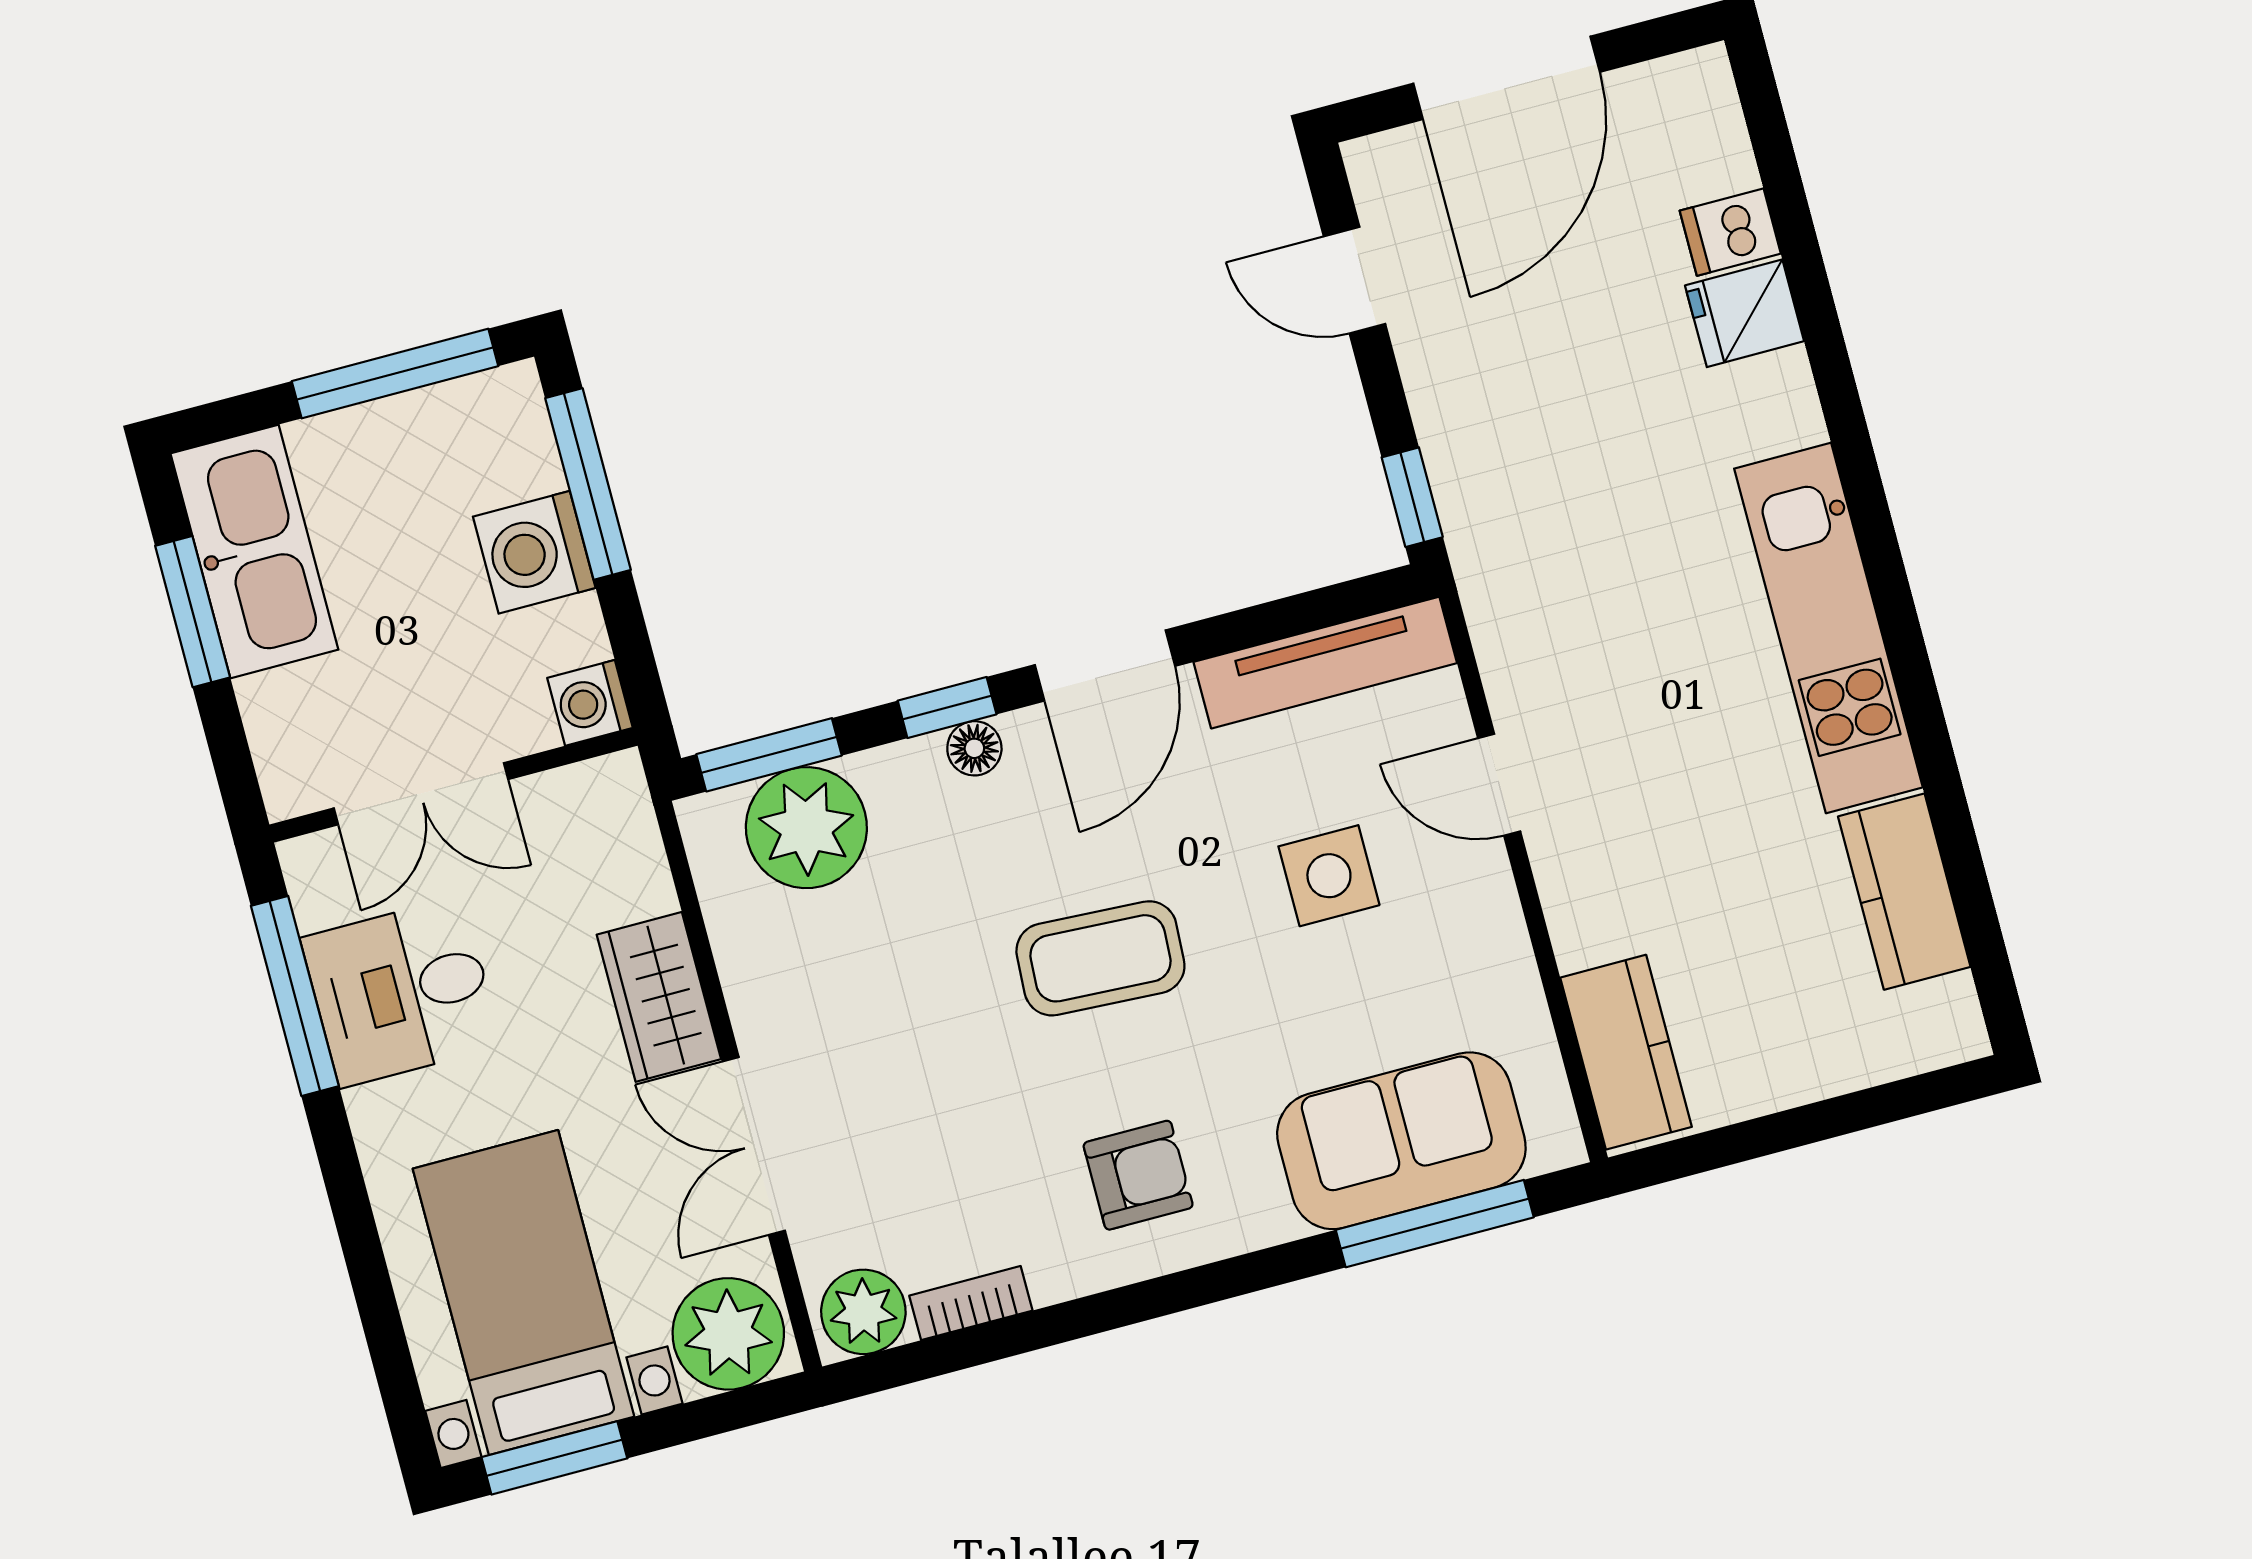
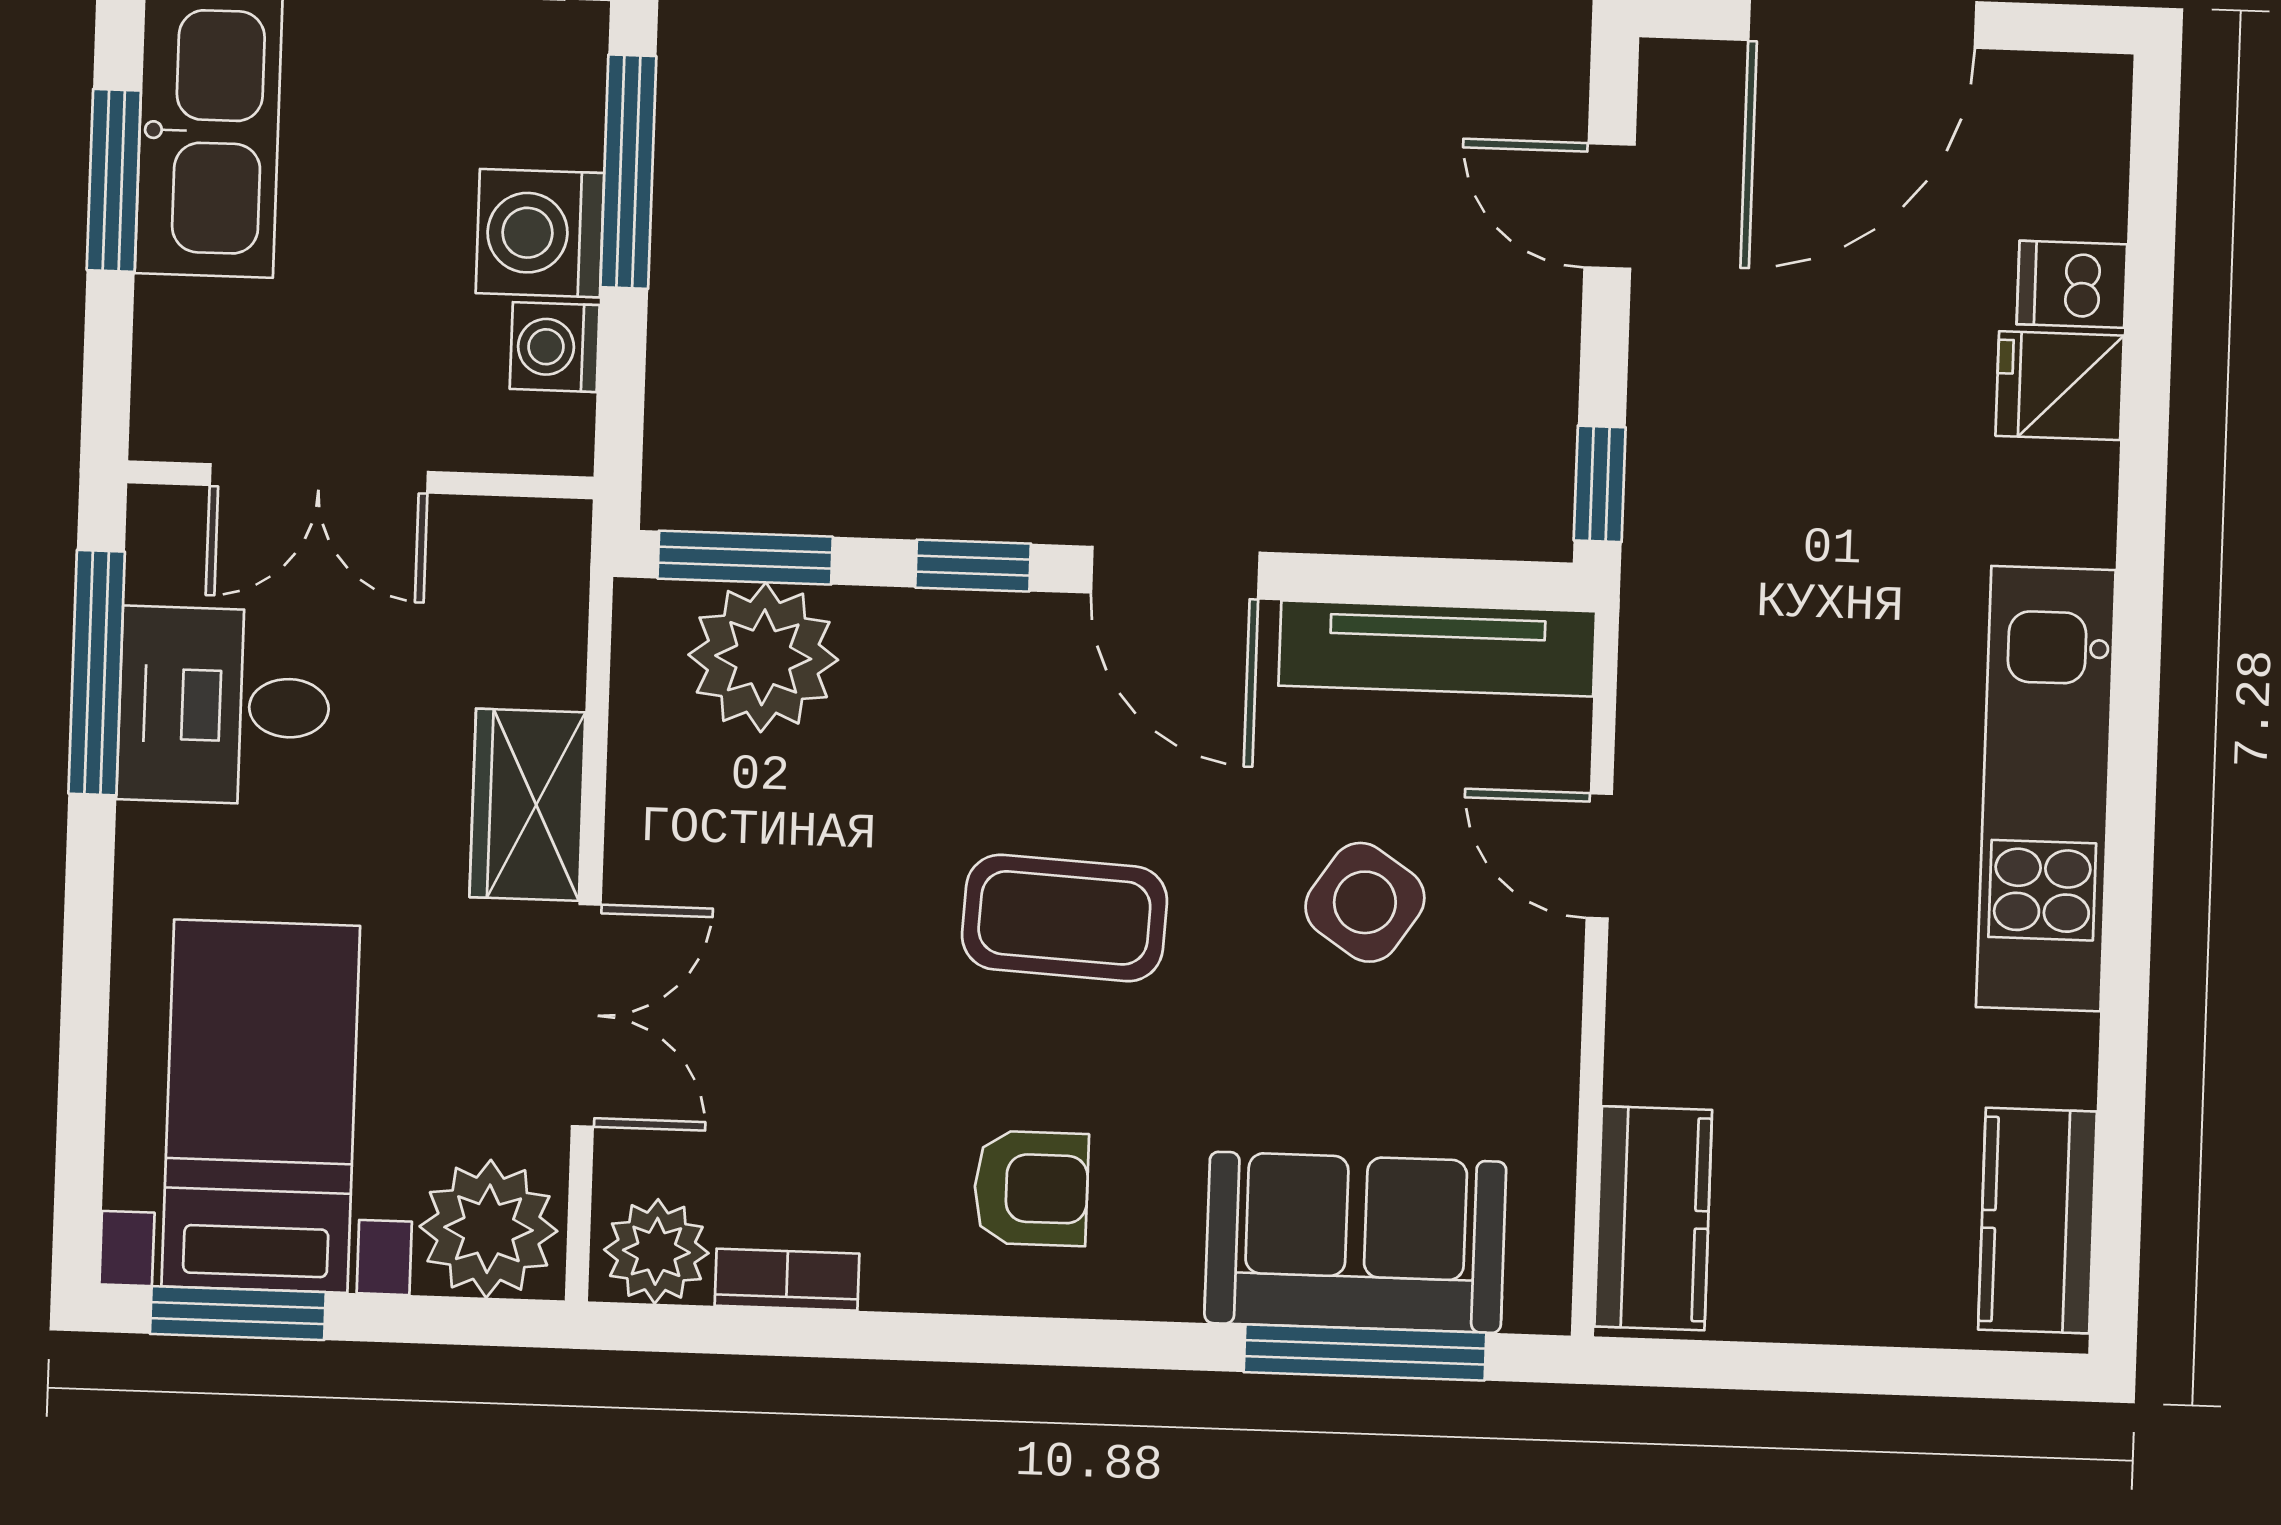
door: (1105, 665) -> (1175, 573), hinge flipped
washing machine: (590, 703) -> (555, 347), moved
floor lamp: (974, 748) -> (991, 624), removed
side table: (1329, 876) -> (1365, 902), turned 34
kitchen counter: (1904, 892) -> (2037, 1221), moved
double door: (754, 1146) -> (586, 1015), swing flipped

